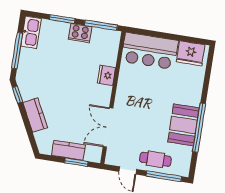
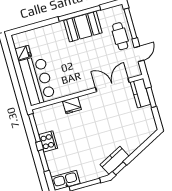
fridge: (191, 53) -> (23, 53), width x0.53, depth x0.75
kitchen counter: (35, 115) -> (115, 160), moved
double door: (108, 128) -> (112, 85), swing flipped
kitchen counter: (68, 150) -> (140, 93), moved

